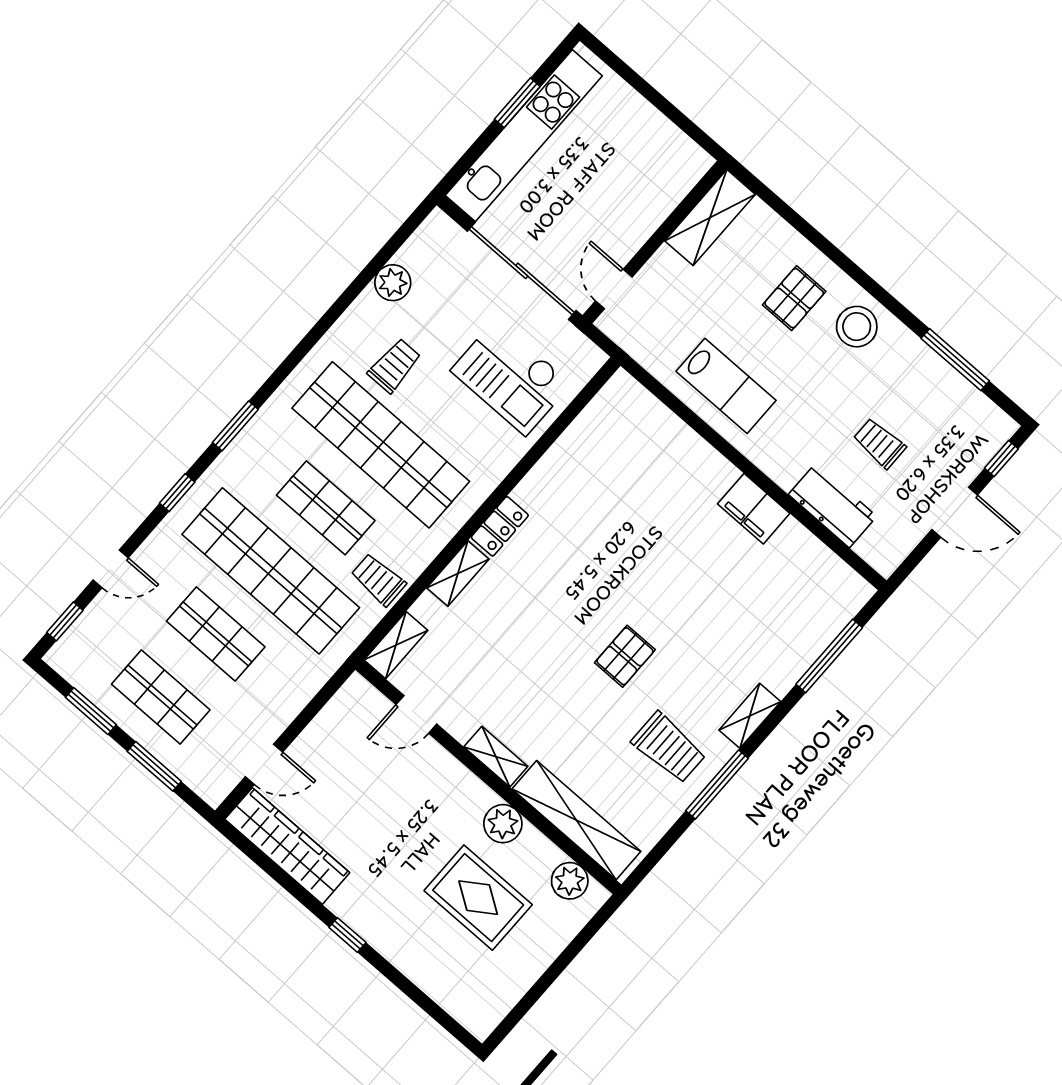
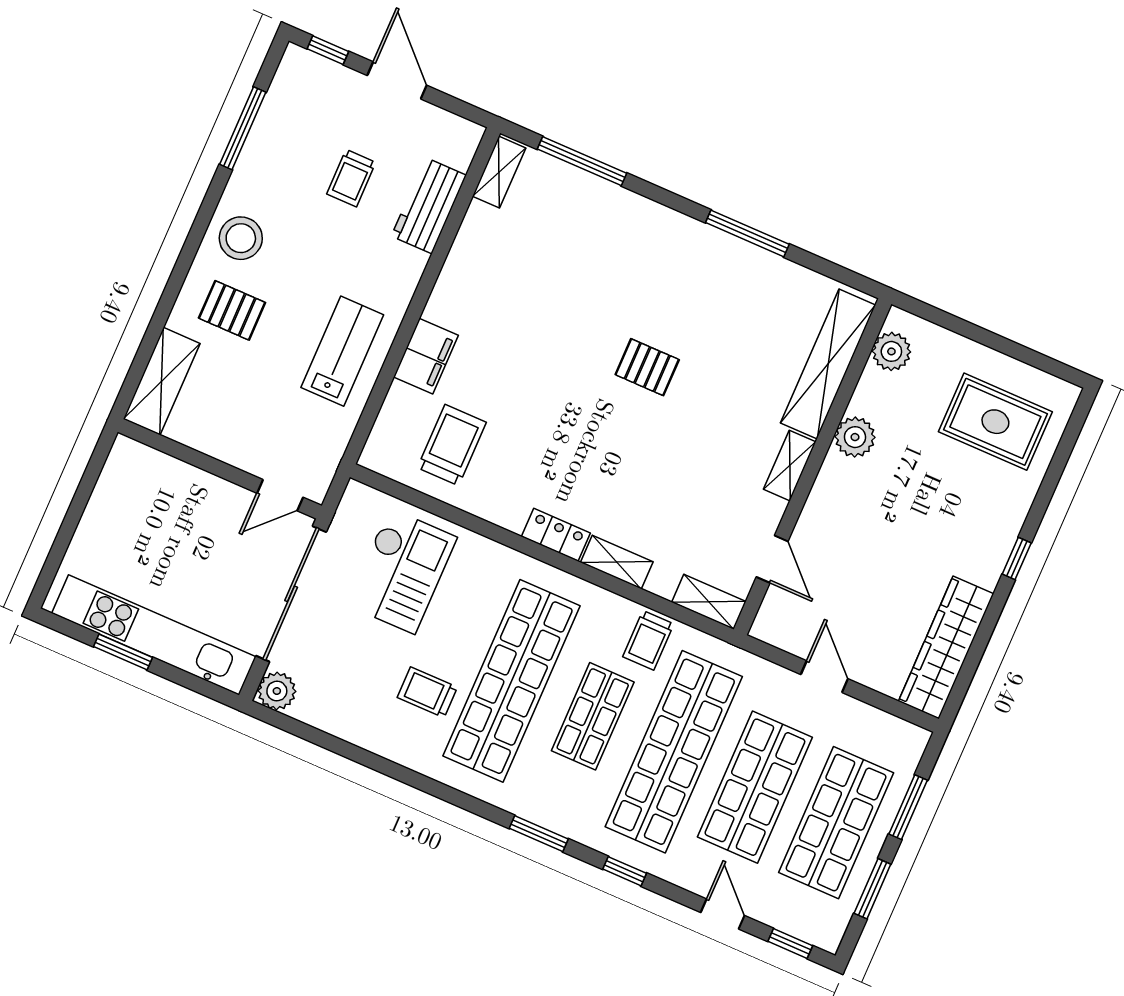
shelving: (710, 218) -> (162, 381), moved, turned 90
plant: (393, 283) -> (277, 691), moved
filing cabinet: (754, 509) -> (426, 356), moved
shop shelf: (216, 634) -> (755, 787), width x1.43, depth x1.36
shop shelf: (161, 697) -> (836, 823), width x1.43, depth x1.36
shelving: (750, 716) -> (499, 172), moved, turned 90
trolley: (669, 748) -> (452, 445), moved
door: (264, 764) -> (824, 677), moved
rug: (478, 898) -> (995, 422), moved, turned 90

